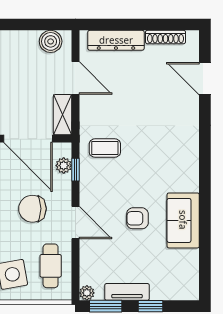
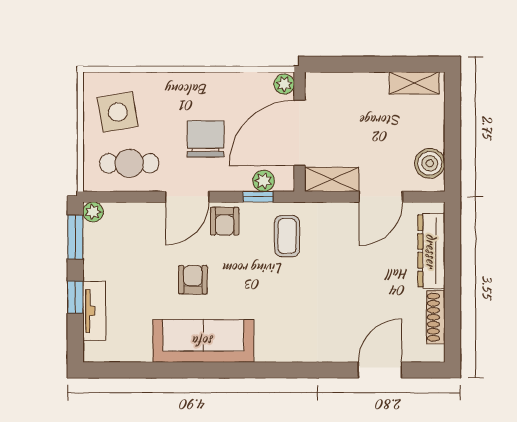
armchair: (94, 195) -> (225, 221), added
sofa: (183, 220) -> (203, 341), width x1.36
tv unit: (127, 292) -> (94, 311), moved

